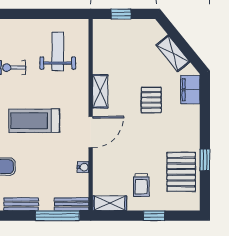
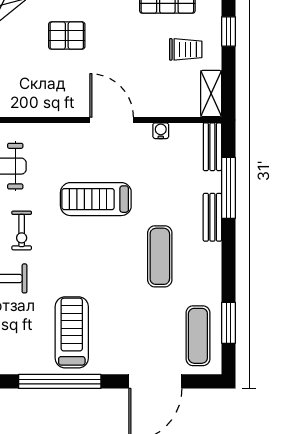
shelving: (100, 91) -> (55, 107), removed
treadmill: (34, 121) -> (96, 199), turned 90
window: (58, 216) -> (228, 188), moved

